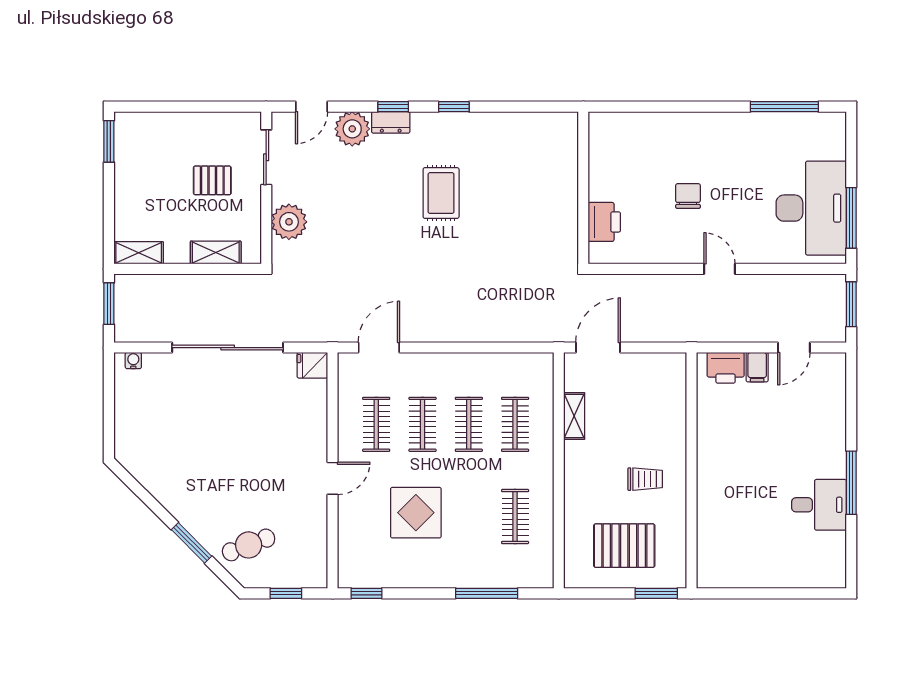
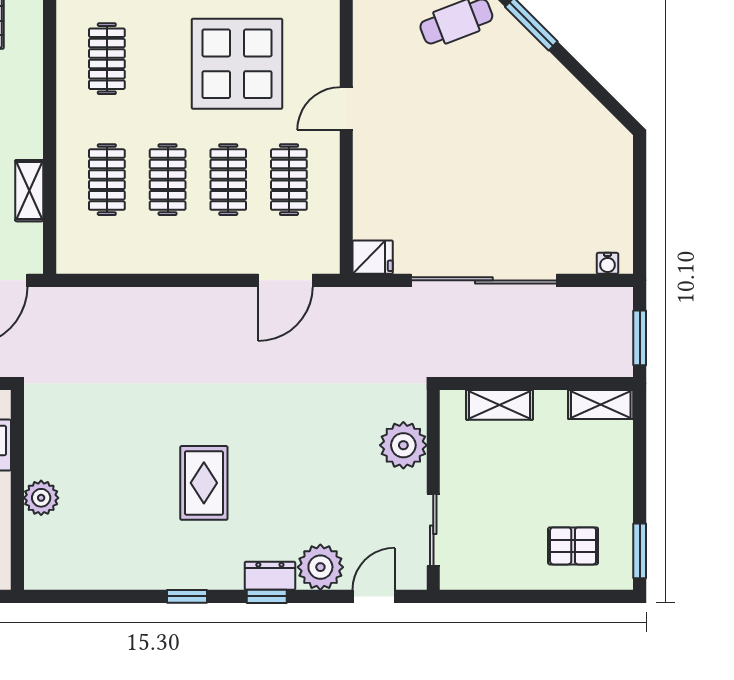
pallet: (212, 180) -> (573, 546), moved
plant: (565, 182) -> (41, 498), added
display table: (416, 513) -> (237, 64), width x1.36, depth x1.36

